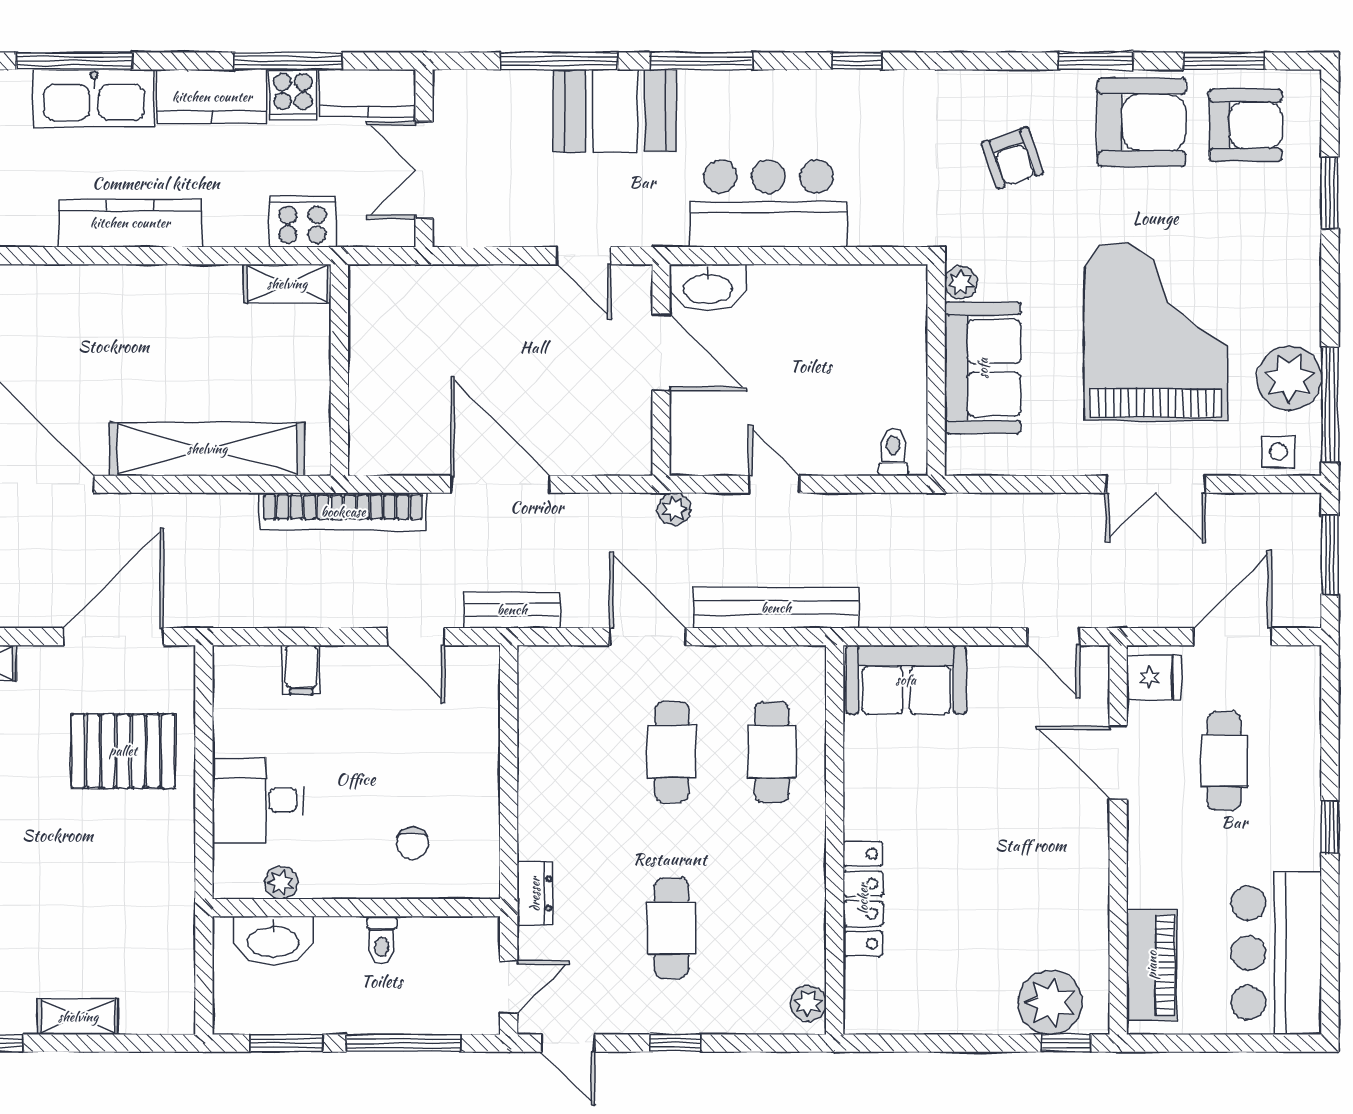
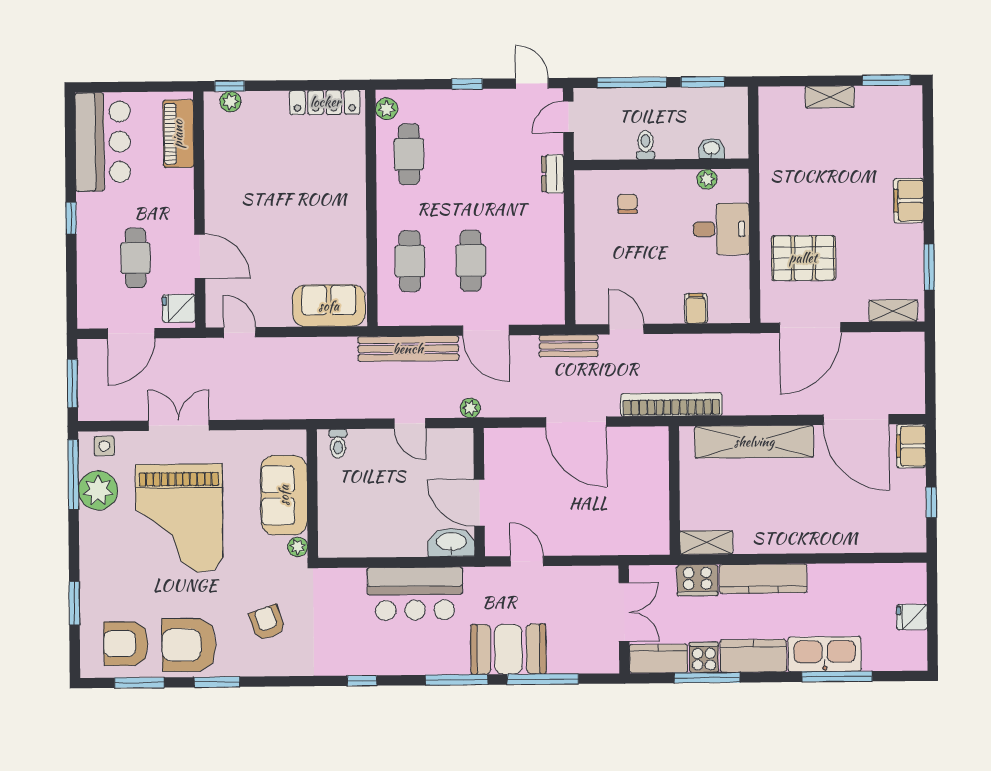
kitchen counter: (130, 223) -> (763, 579), moved
locker: (863, 899) -> (325, 102), moved, turned -90
cafe table: (672, 928) -> (409, 154), moved
washbasin: (273, 940) -> (711, 149), width x0.52, depth x0.69
plant: (1050, 1002) -> (230, 102), width x0.53, depth x0.53

